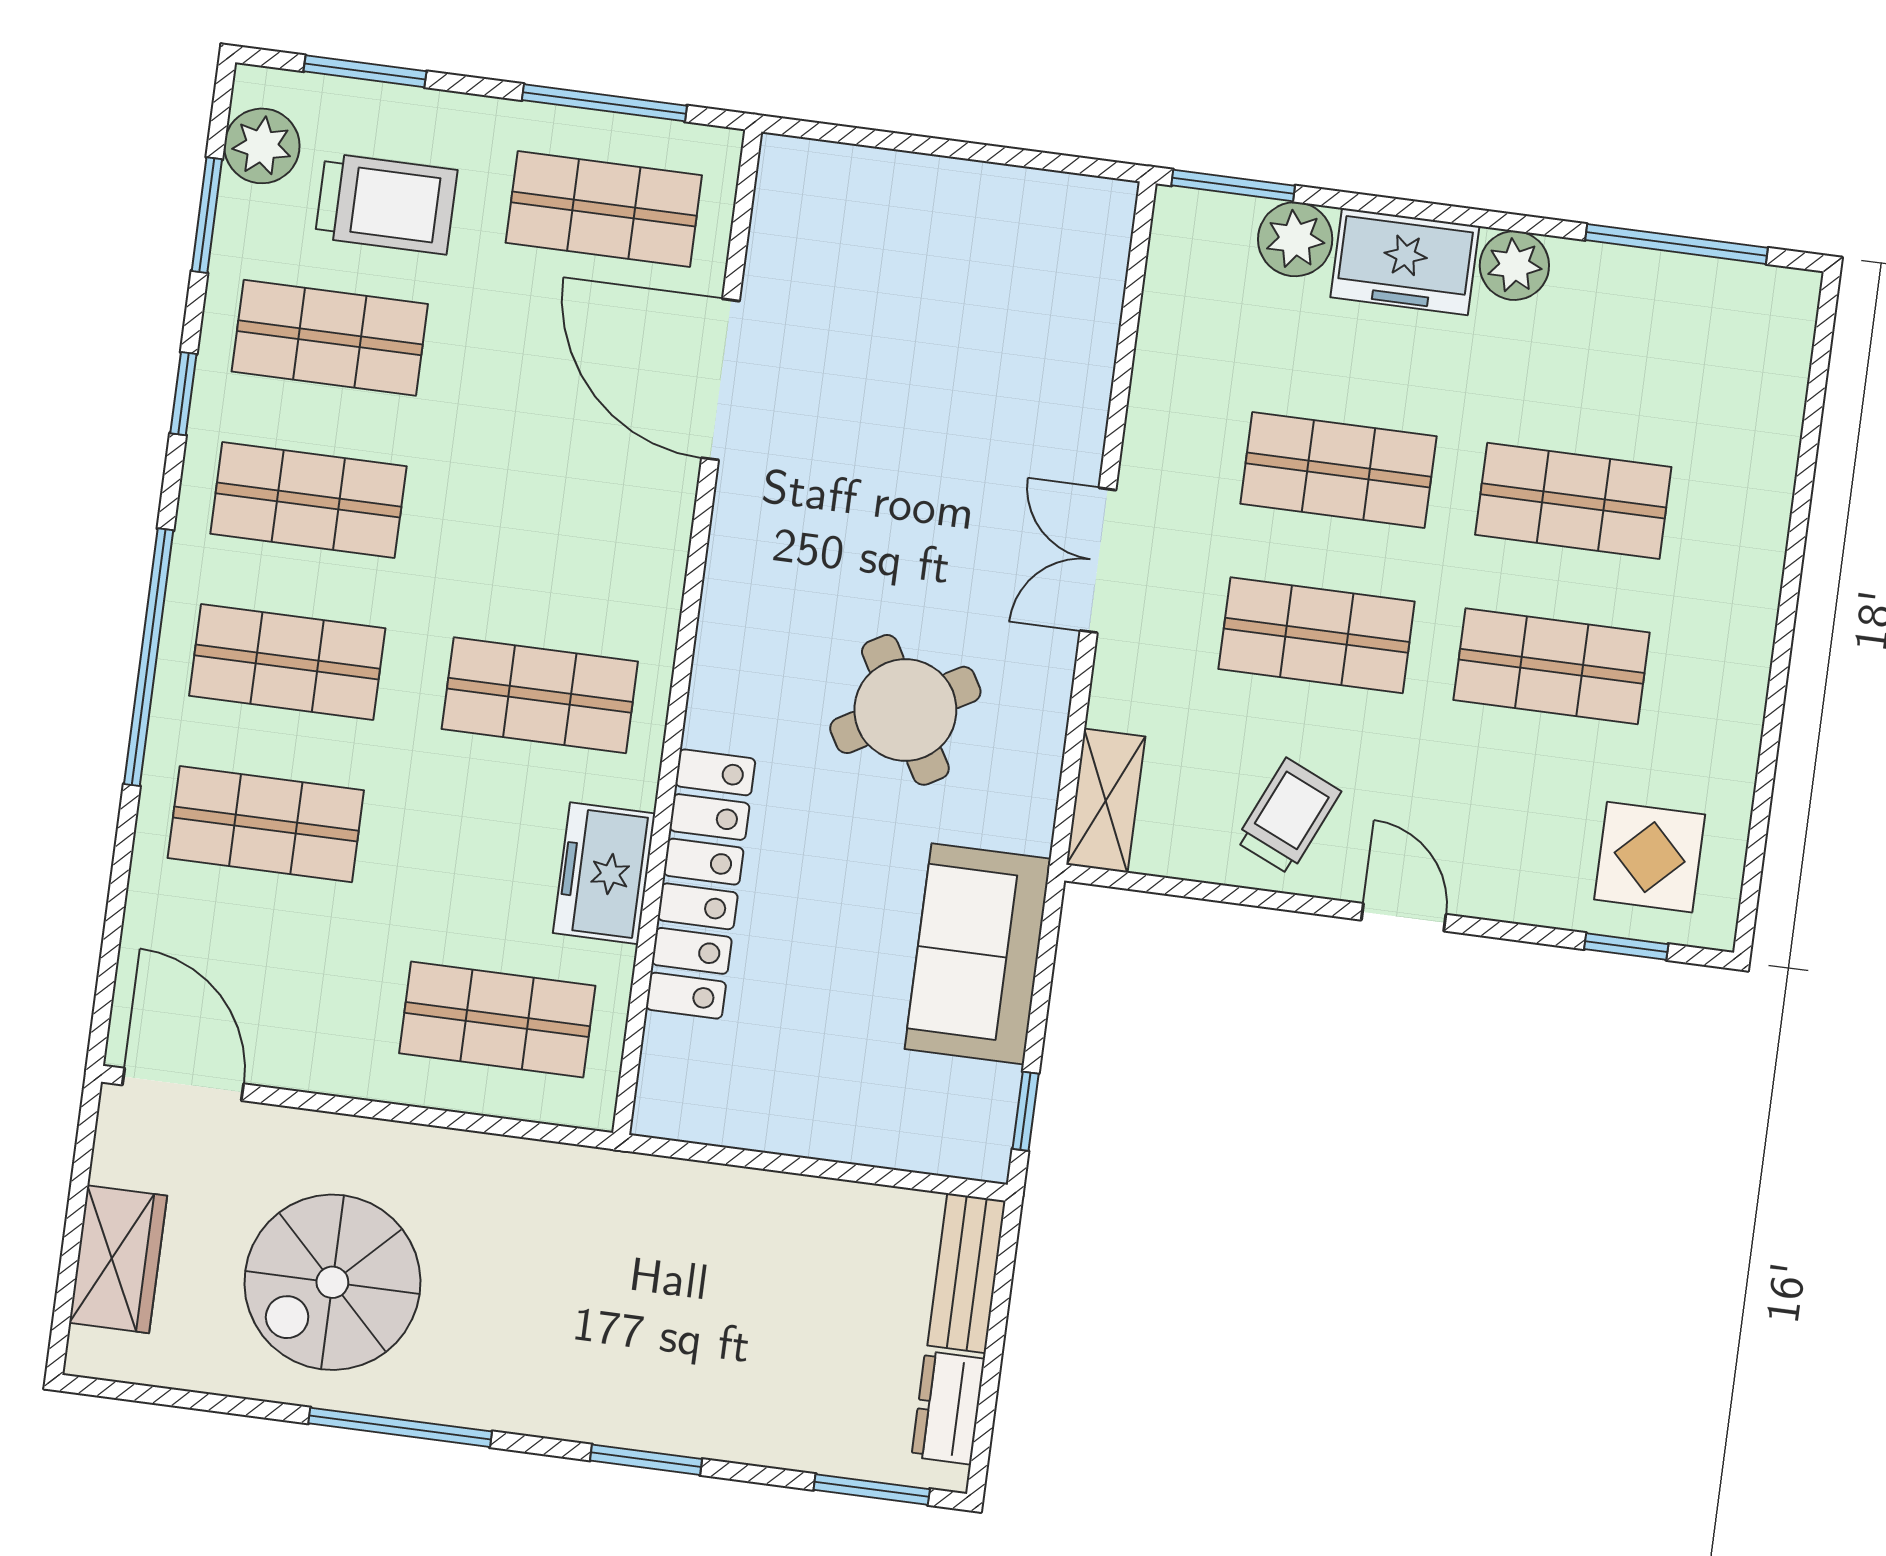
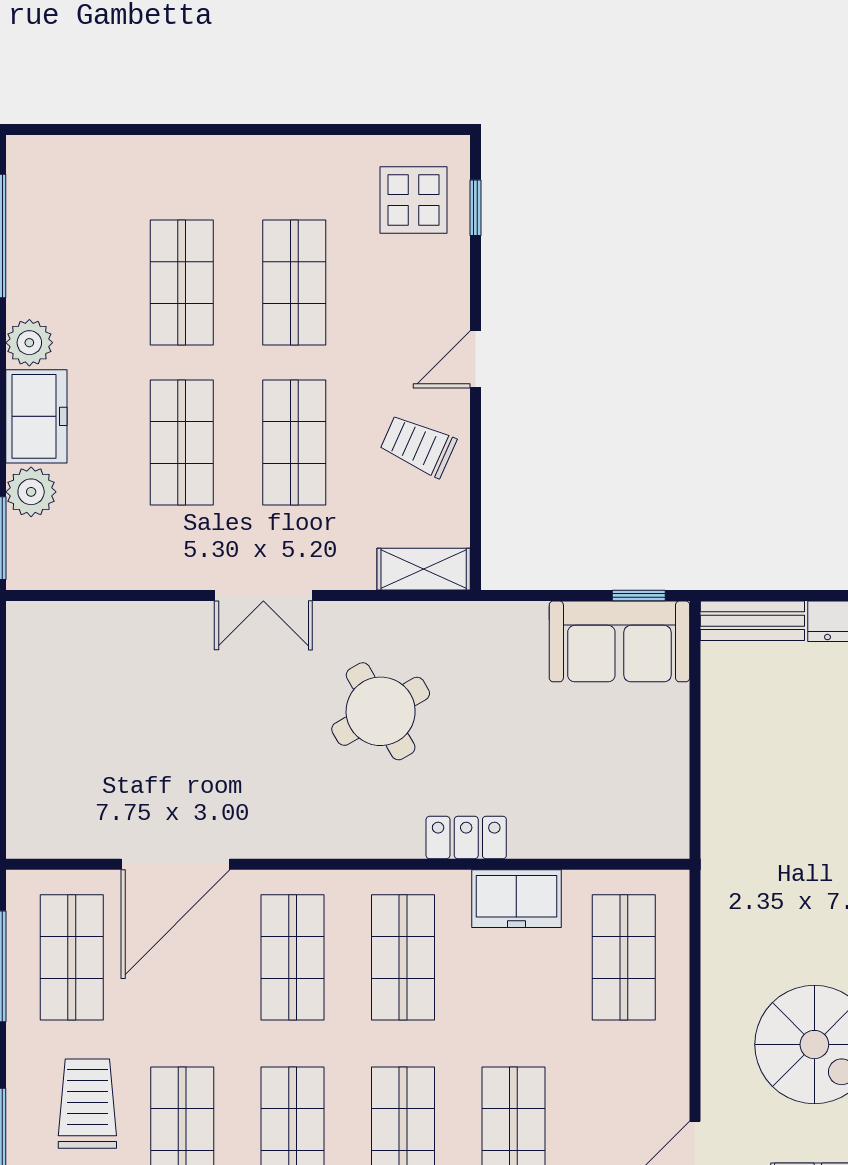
shop shelf: (561, 533) -> (293, 957), added
locker: (701, 884) -> (466, 838), width x0.46, depth x0.83
sofa: (978, 954) -> (619, 641), moved

